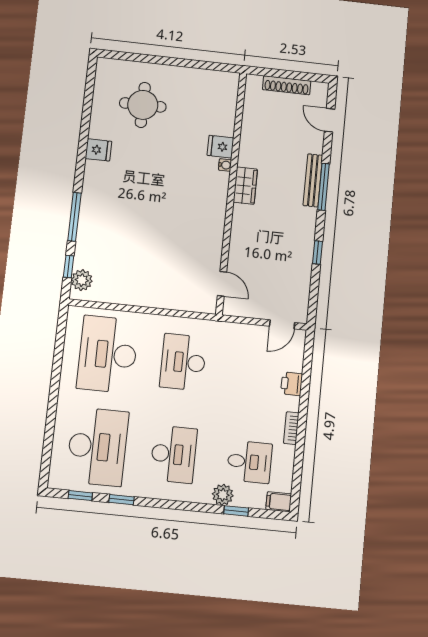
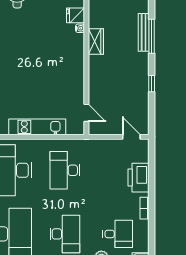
kitchen unit: (151, 296) -> (37, 127), added
door: (282, 324) -> (131, 137), swing flipped
printer: (292, 384) -> (138, 178), width x1.87, depth x1.48

